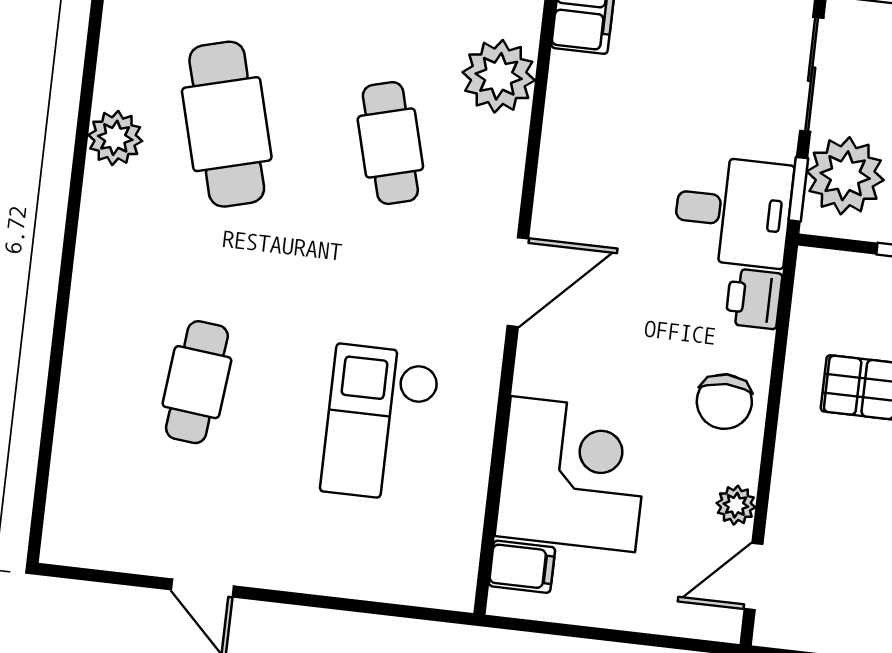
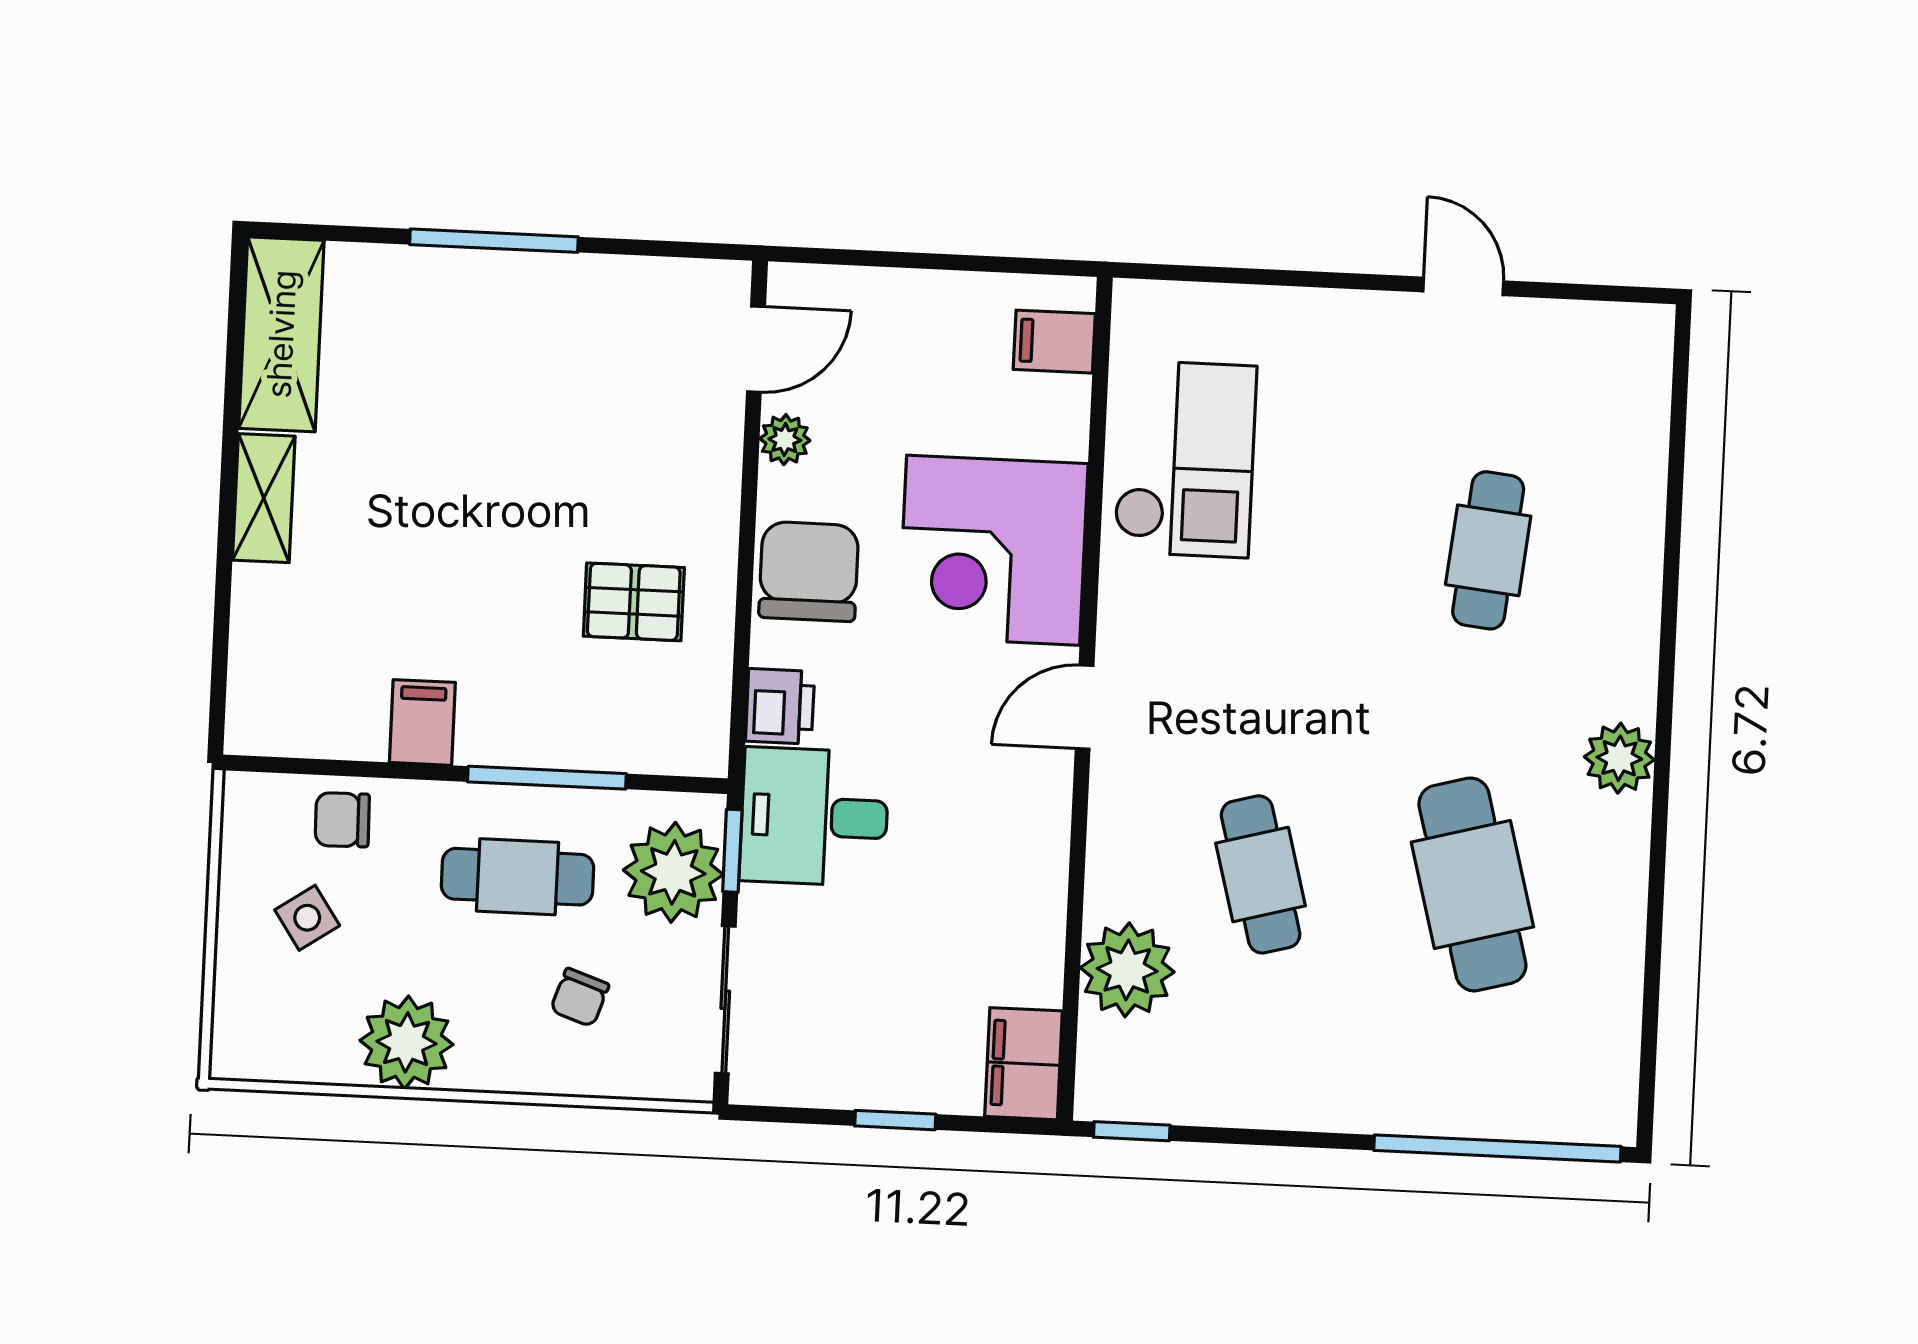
plant: (115, 138) -> (1619, 758), moved
door: (518, 282) -> (1085, 707), width x0.73
chair: (724, 402) -> (809, 571), width x1.37, depth x1.37
checkout: (380, 423) -> (1185, 459), moved
corner desk: (573, 474) -> (993, 550), moved

